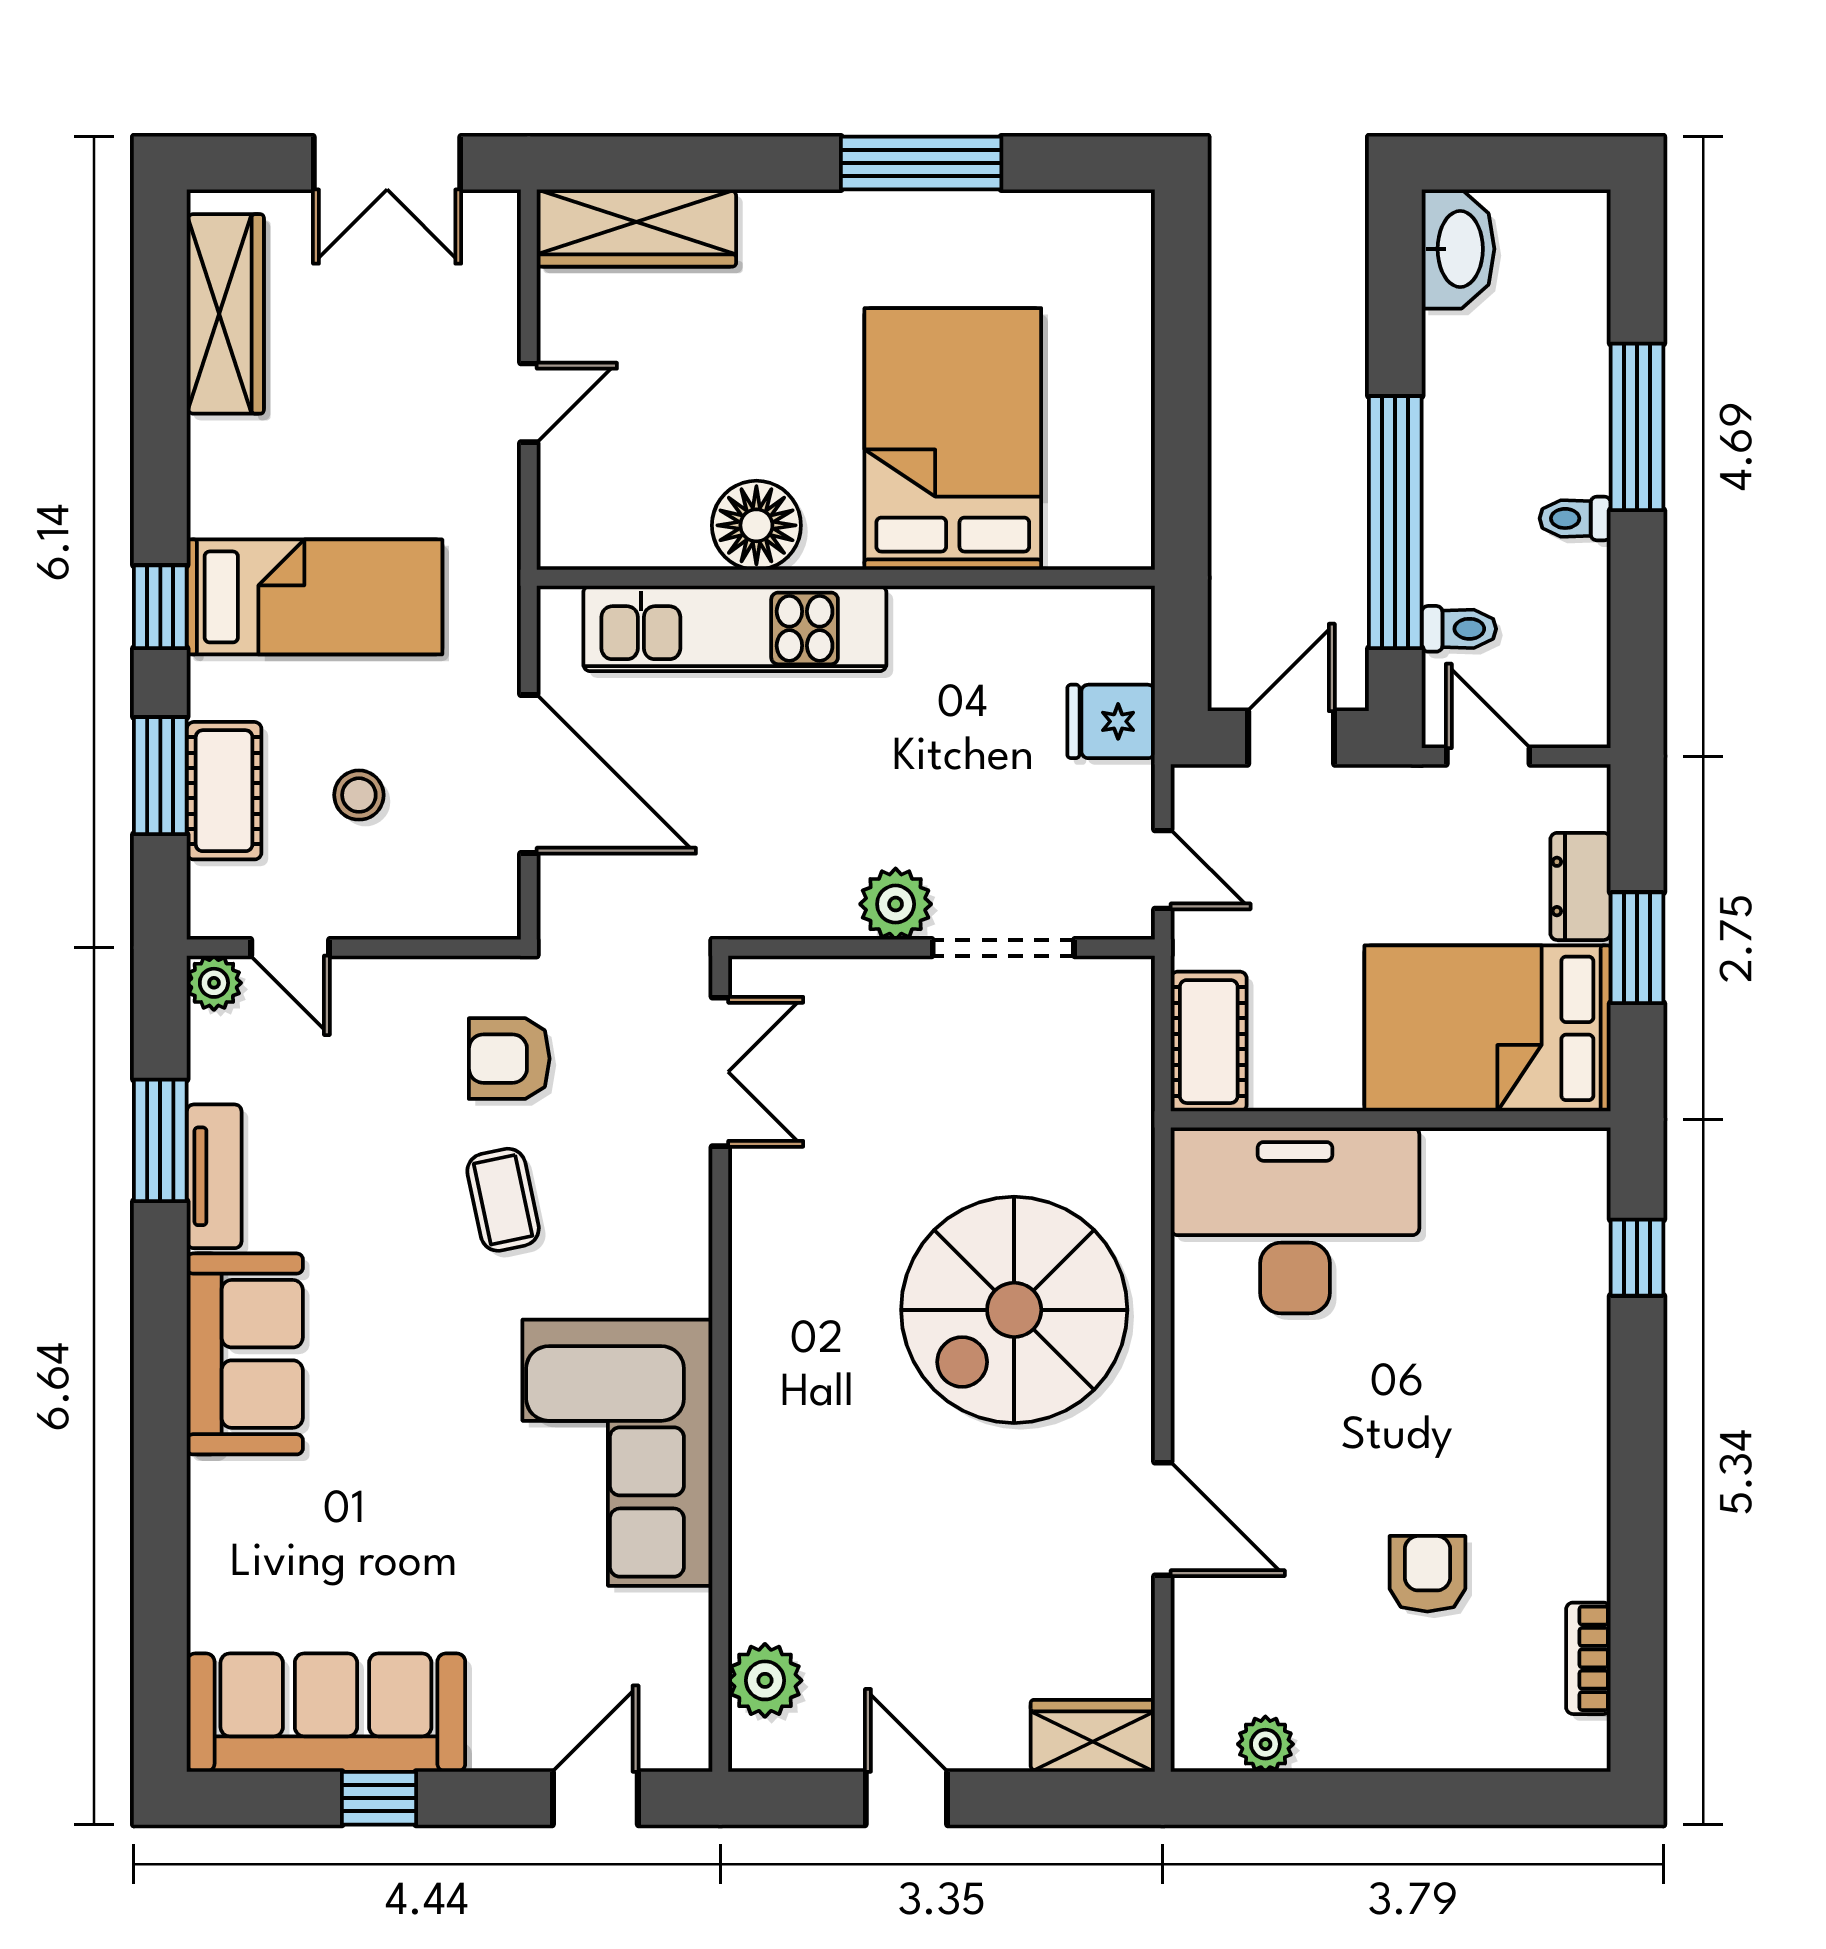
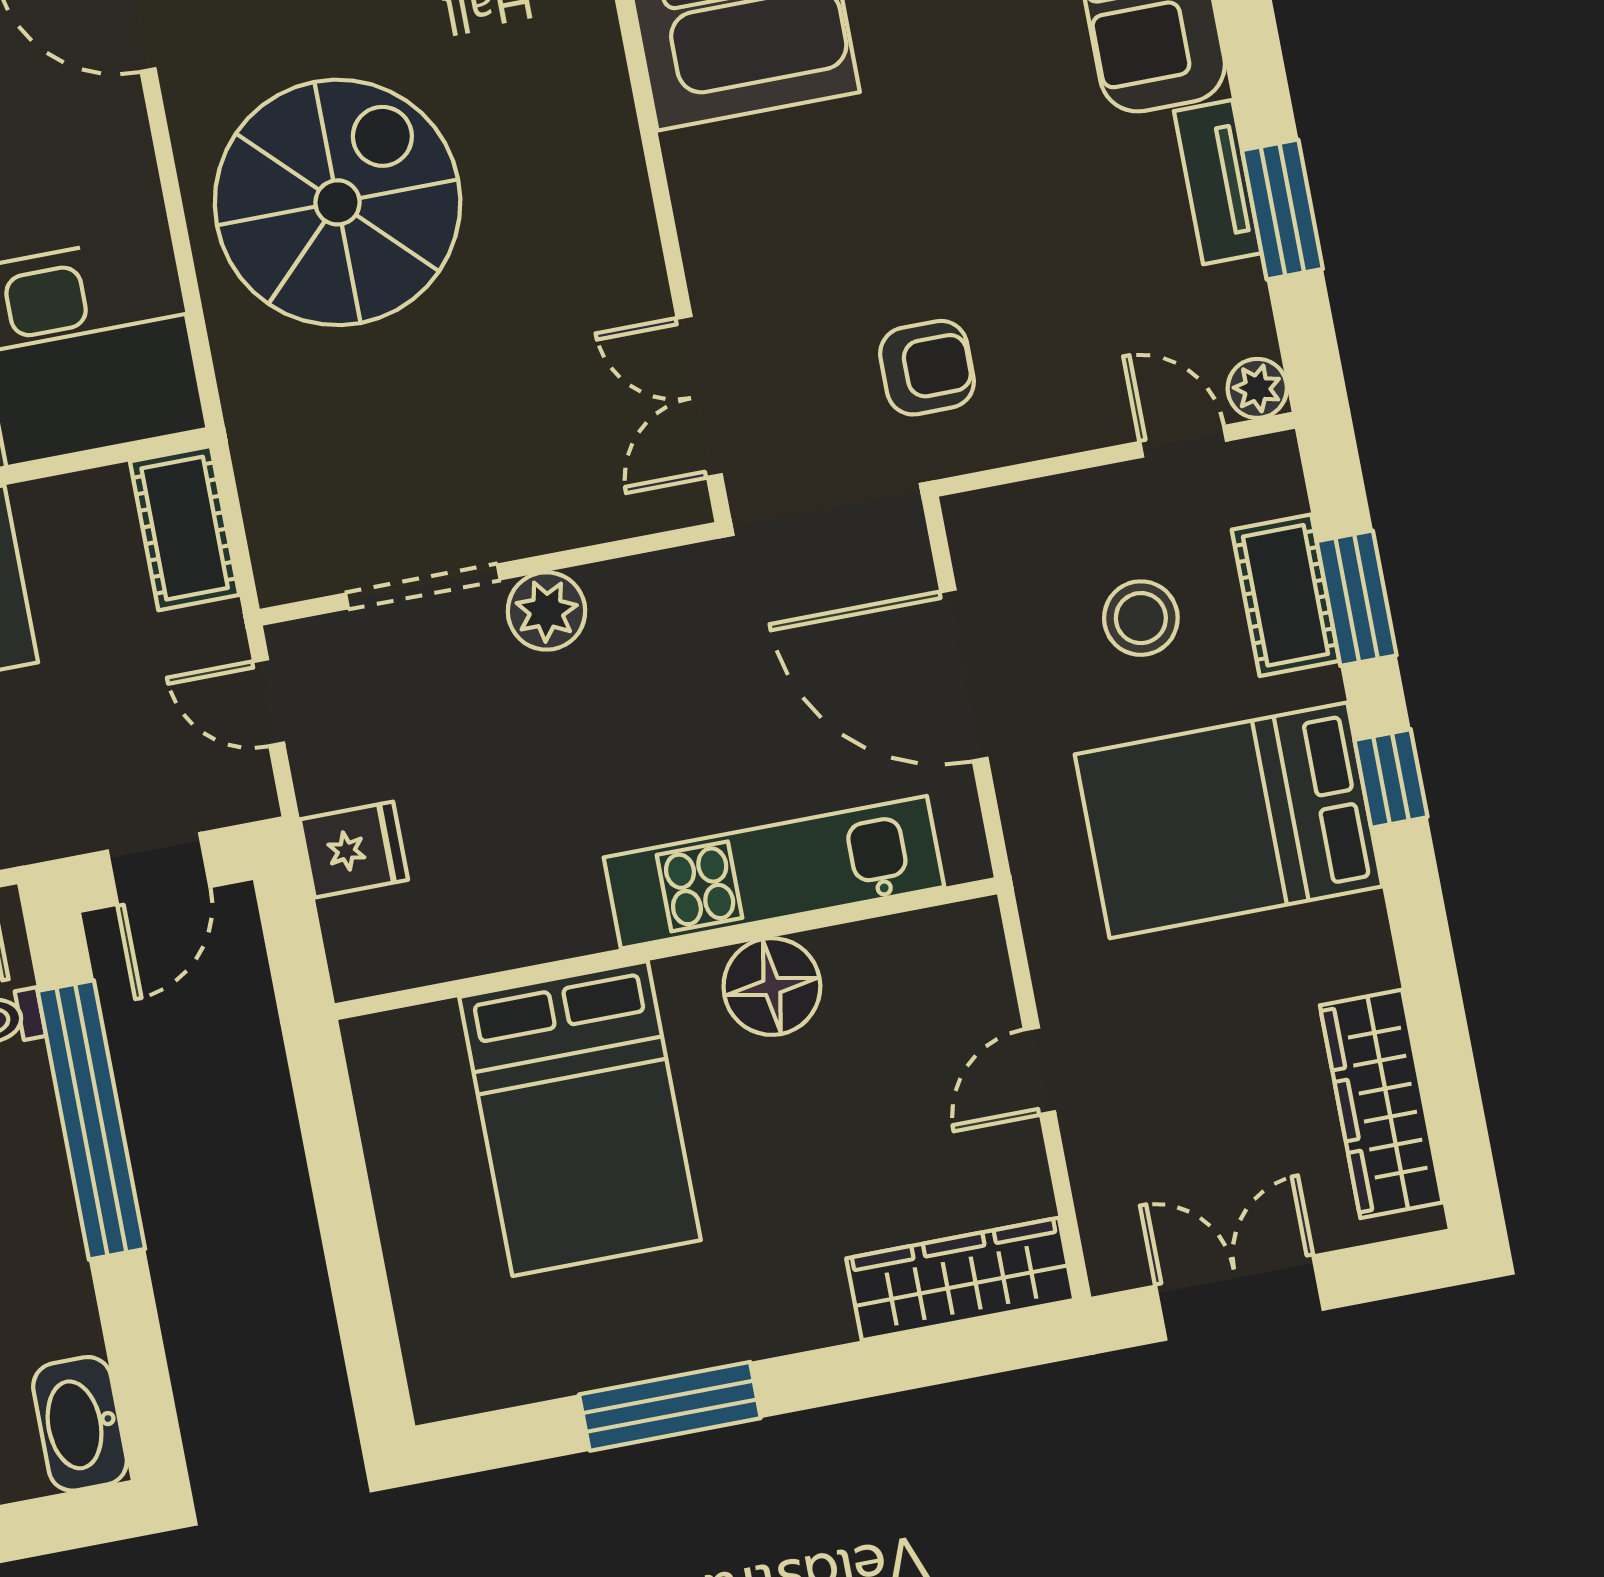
bed: (315, 597) -> (1228, 820), width x1.50
stool: (359, 795) -> (1141, 618), width x1.37, depth x1.37
coffee table: (503, 1200) -> (905, 216), removed

